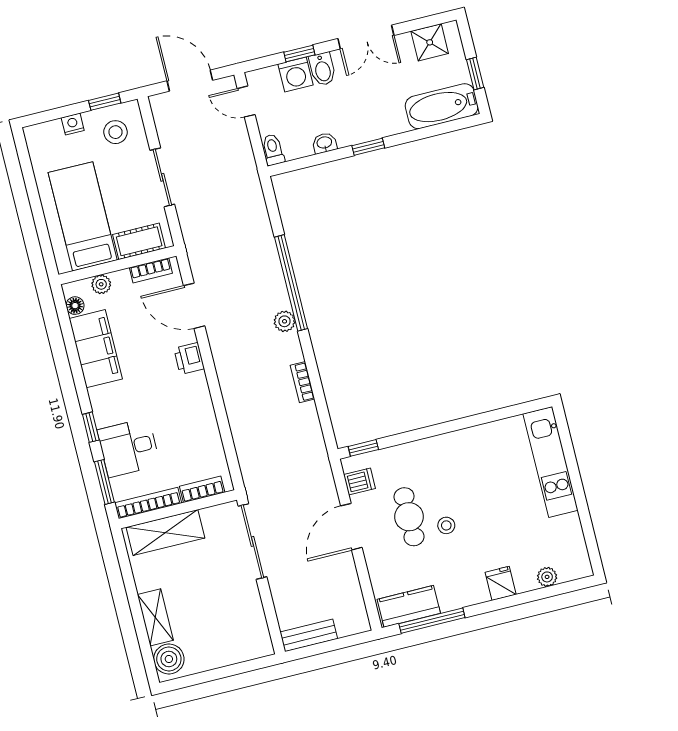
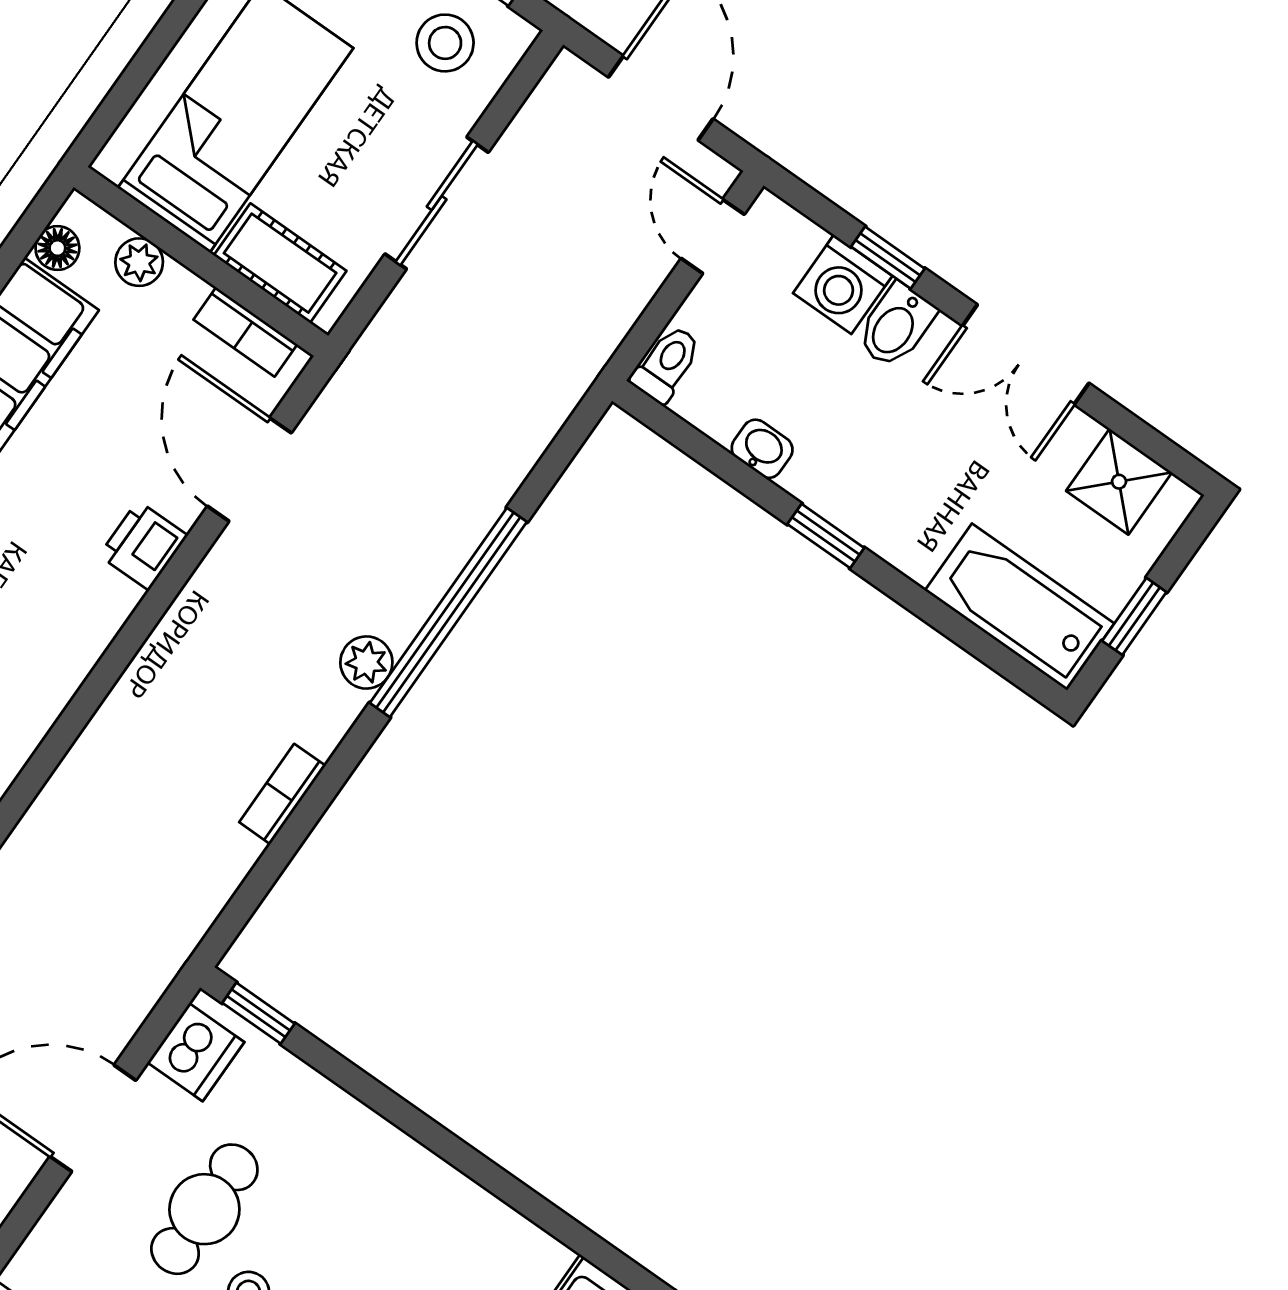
dishwasher: (359, 481) -> (196, 1052), width x1.38

